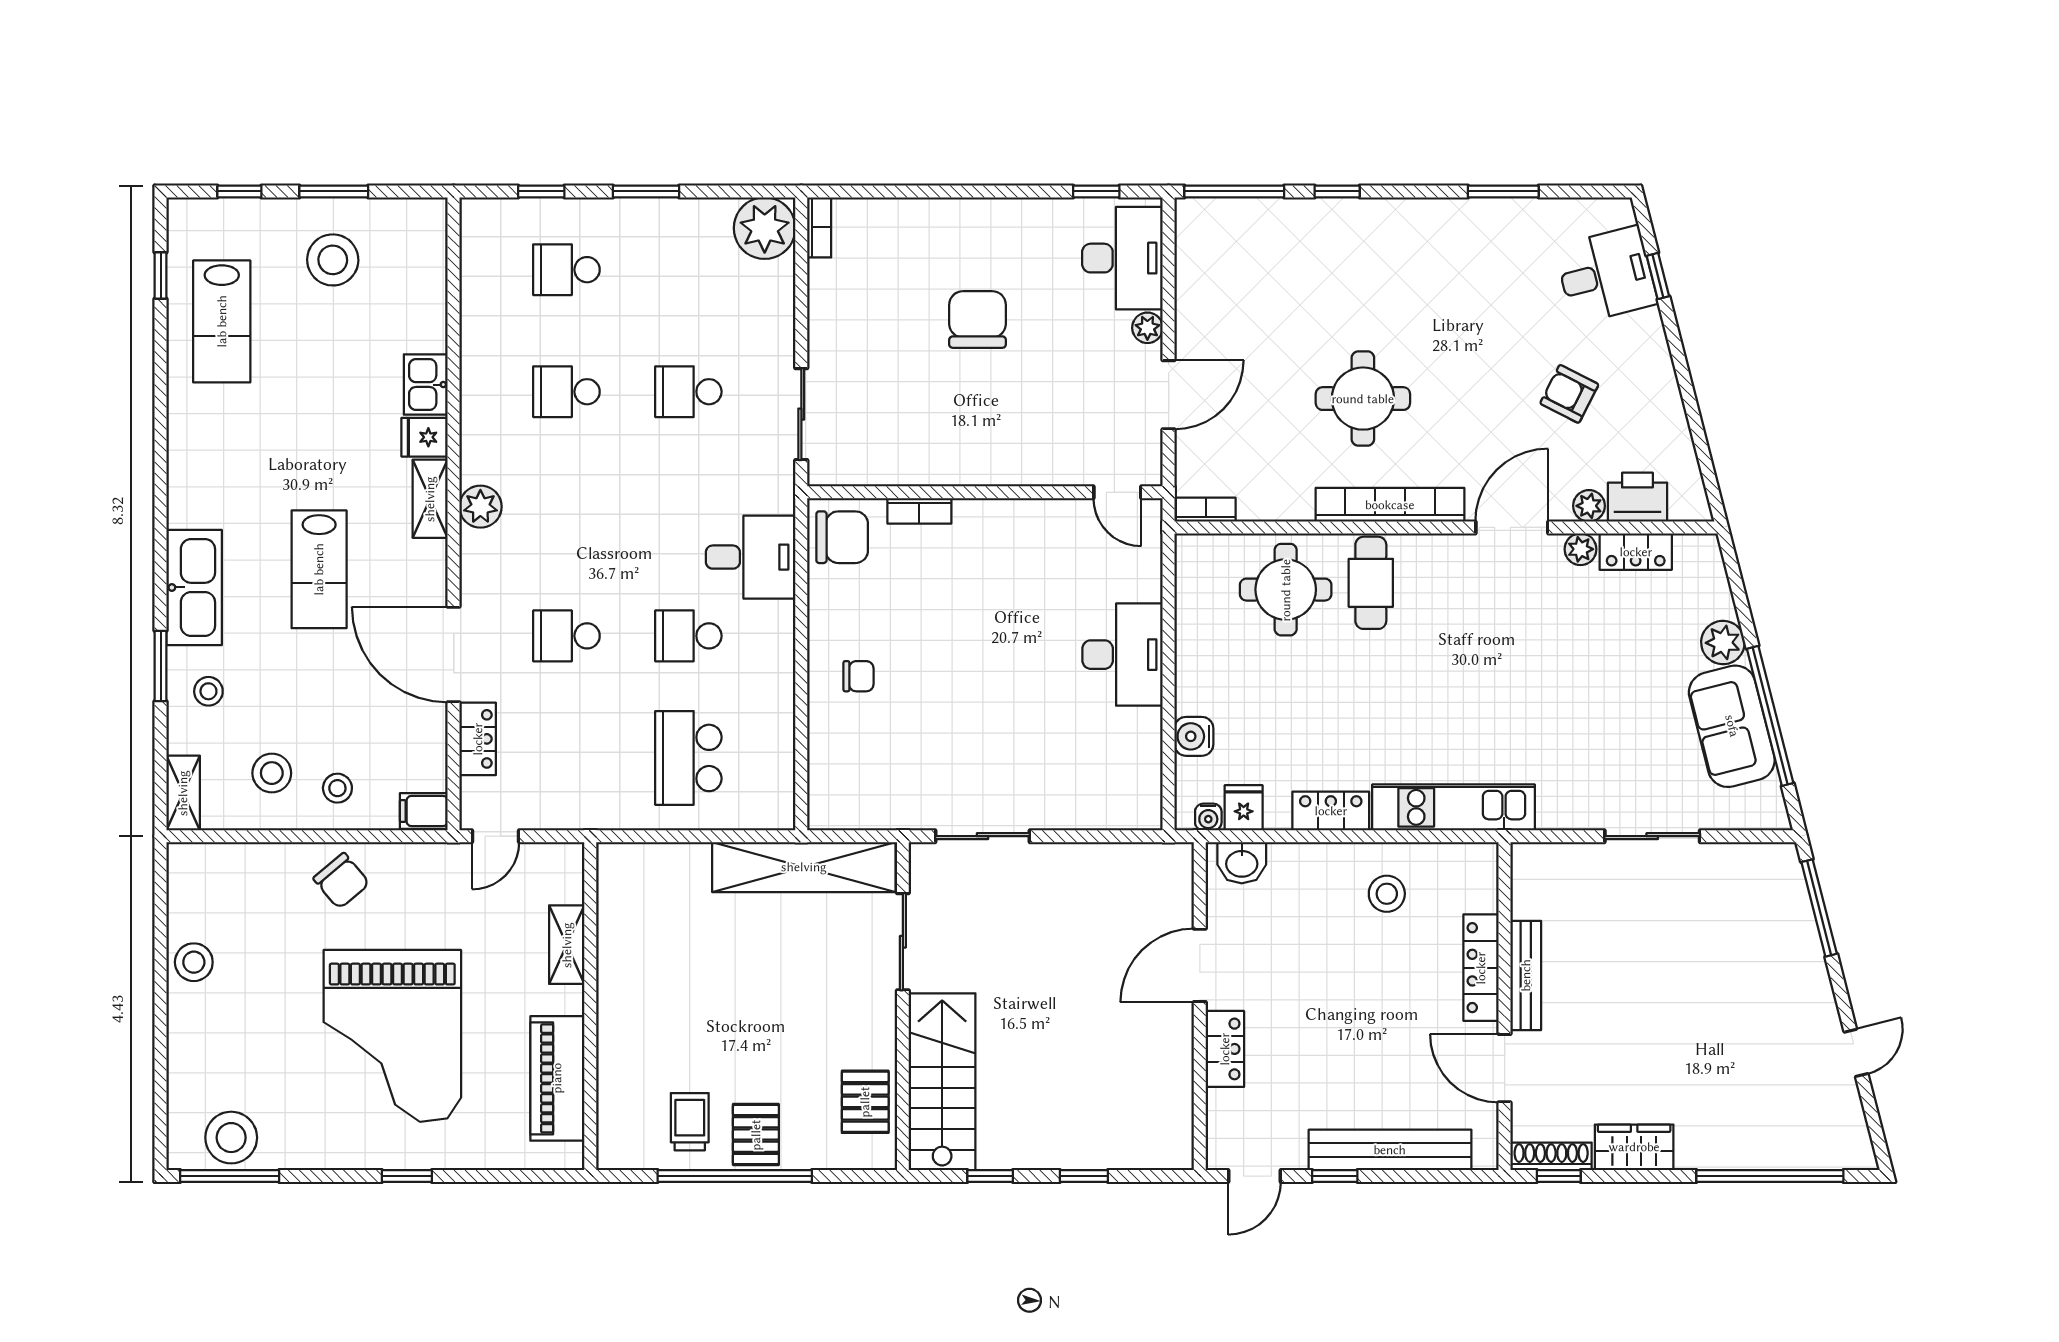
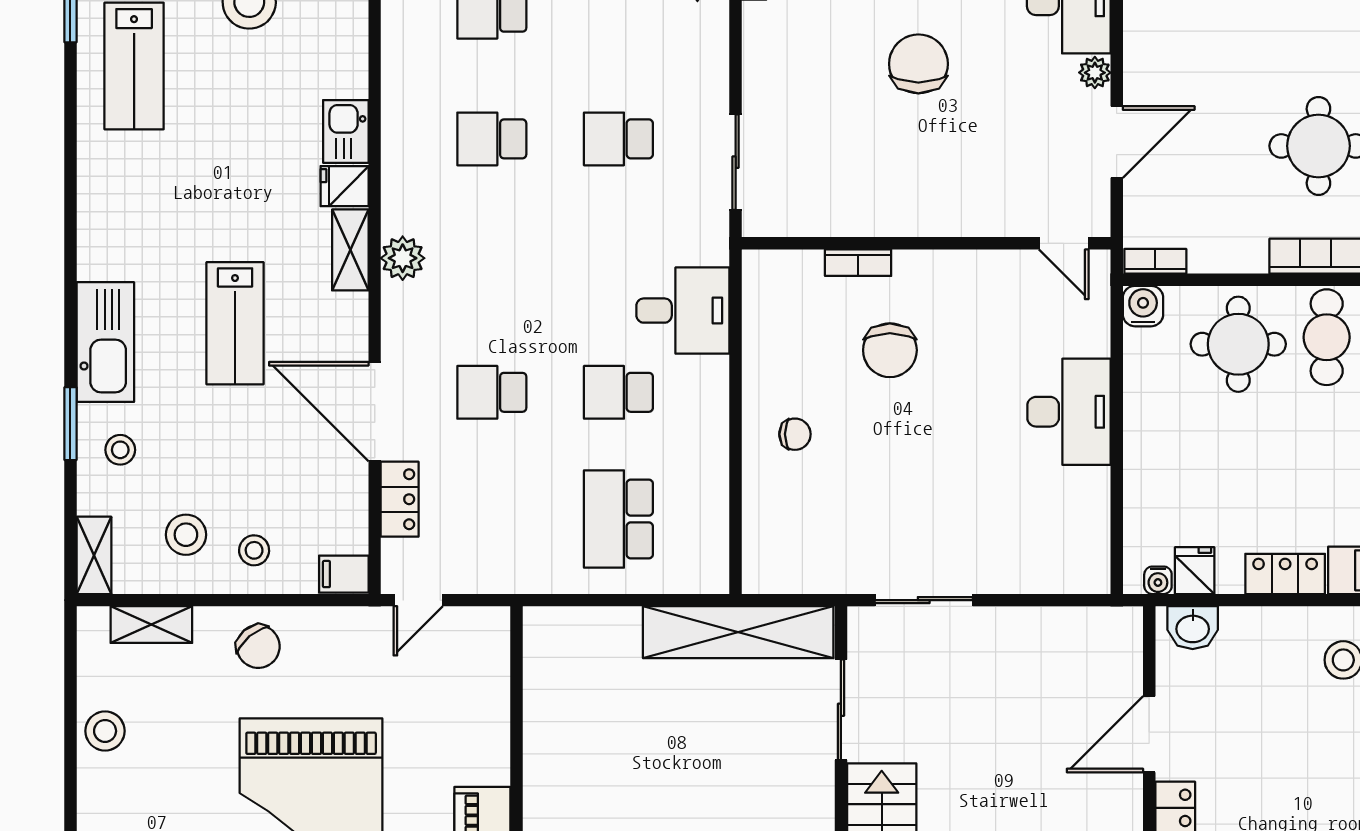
chair: (842, 537) -> (890, 350), moved, turned 90
water cooler: (1194, 736) -> (1143, 306), moved, turned 90
shelving: (567, 945) -> (151, 625), moved, turned 90

